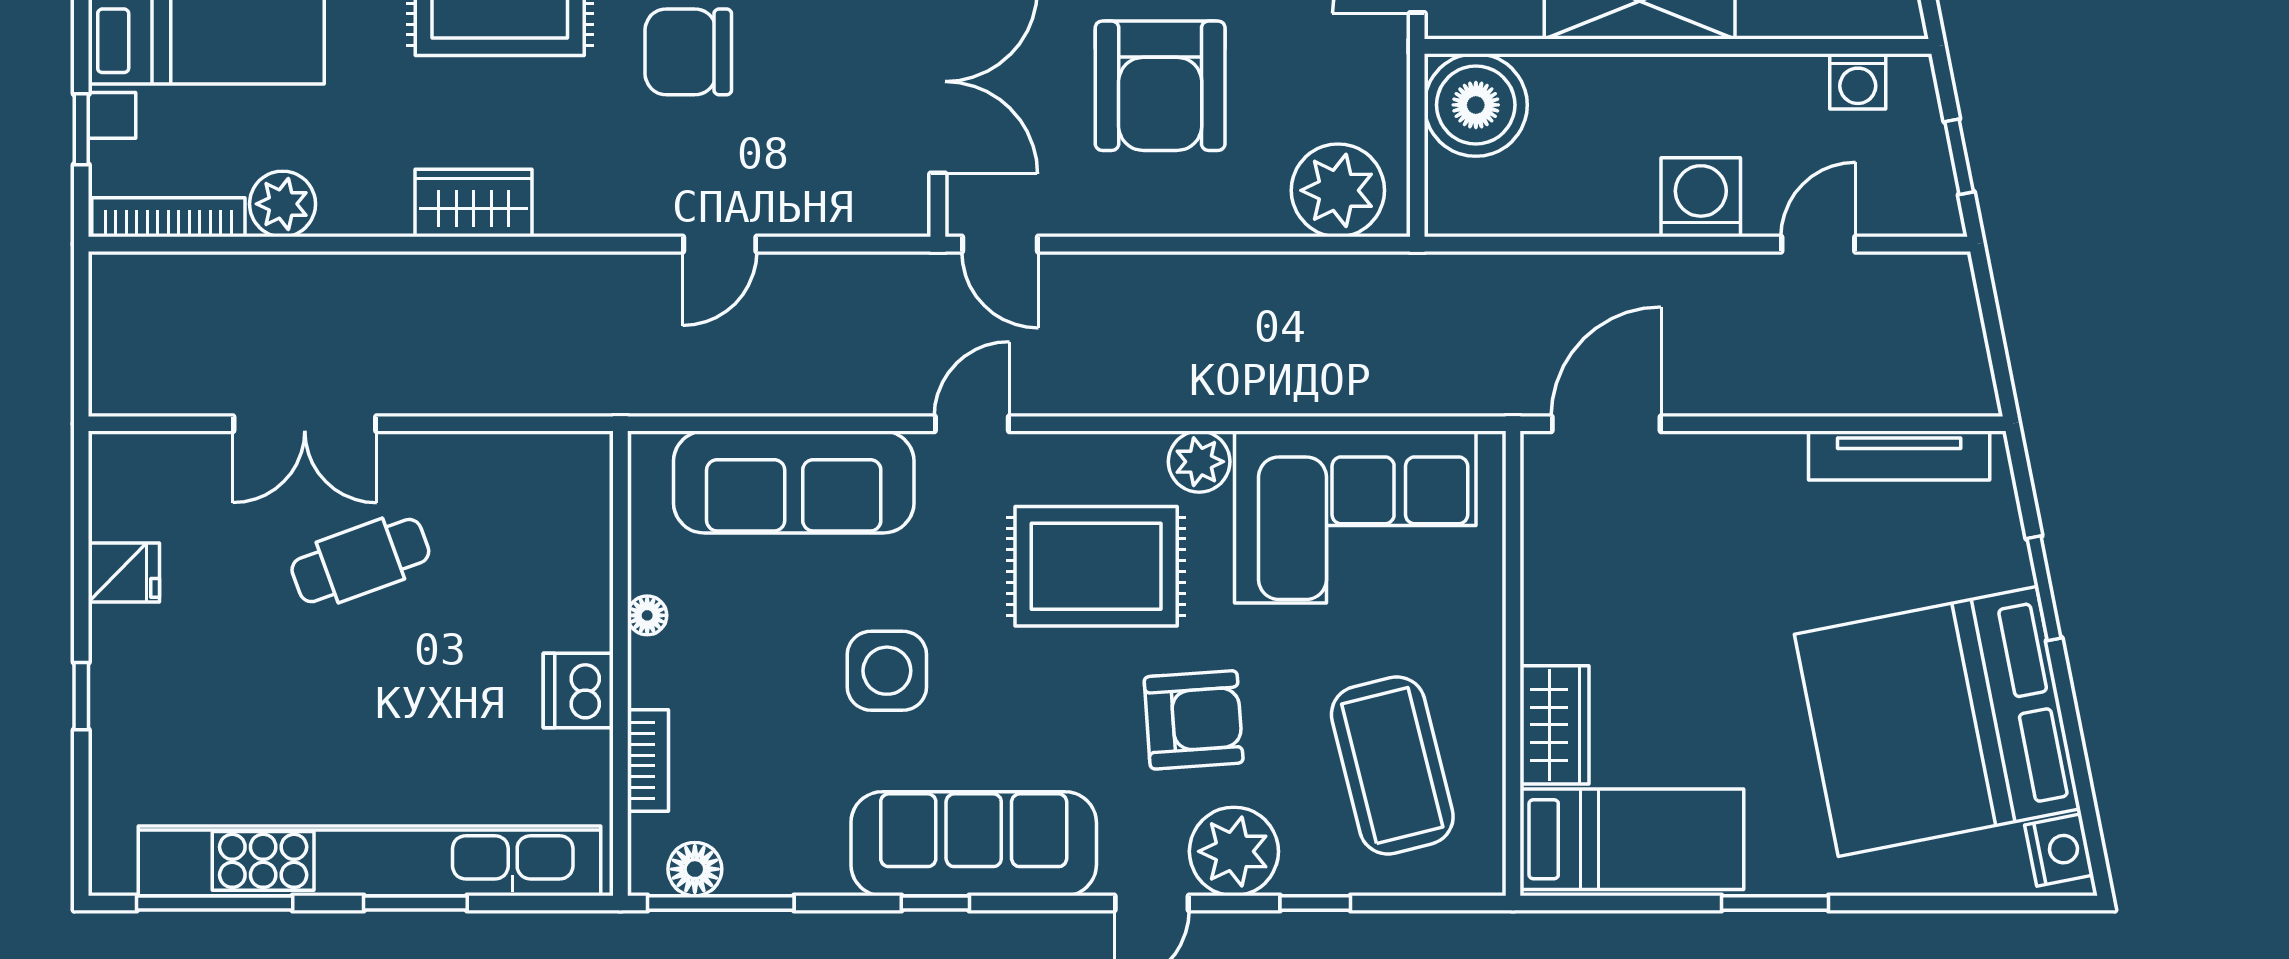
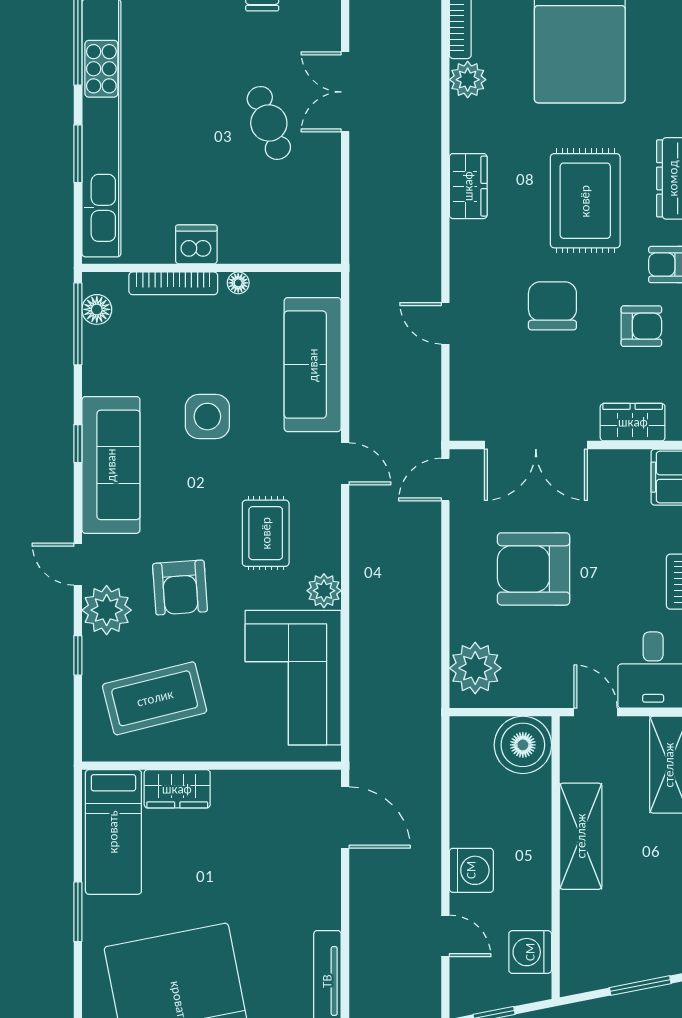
washing machine: (1858, 81) -> (530, 952), width x1.38, depth x1.38
rug: (1096, 566) -> (266, 533), width x0.73, depth x0.70
bookcase: (648, 761) -> (173, 283), width x1.56

